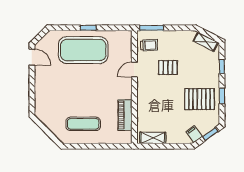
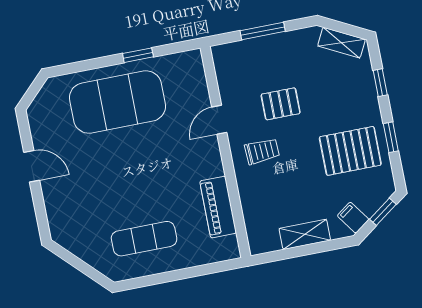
window: (88, 28) -> (138, 55), moved
window: (152, 28) -> (263, 31), moved
trolley: (149, 45) -> (262, 151), moved
door: (32, 57) -> (32, 166), moved
shelving: (153, 138) -> (305, 234), moved

